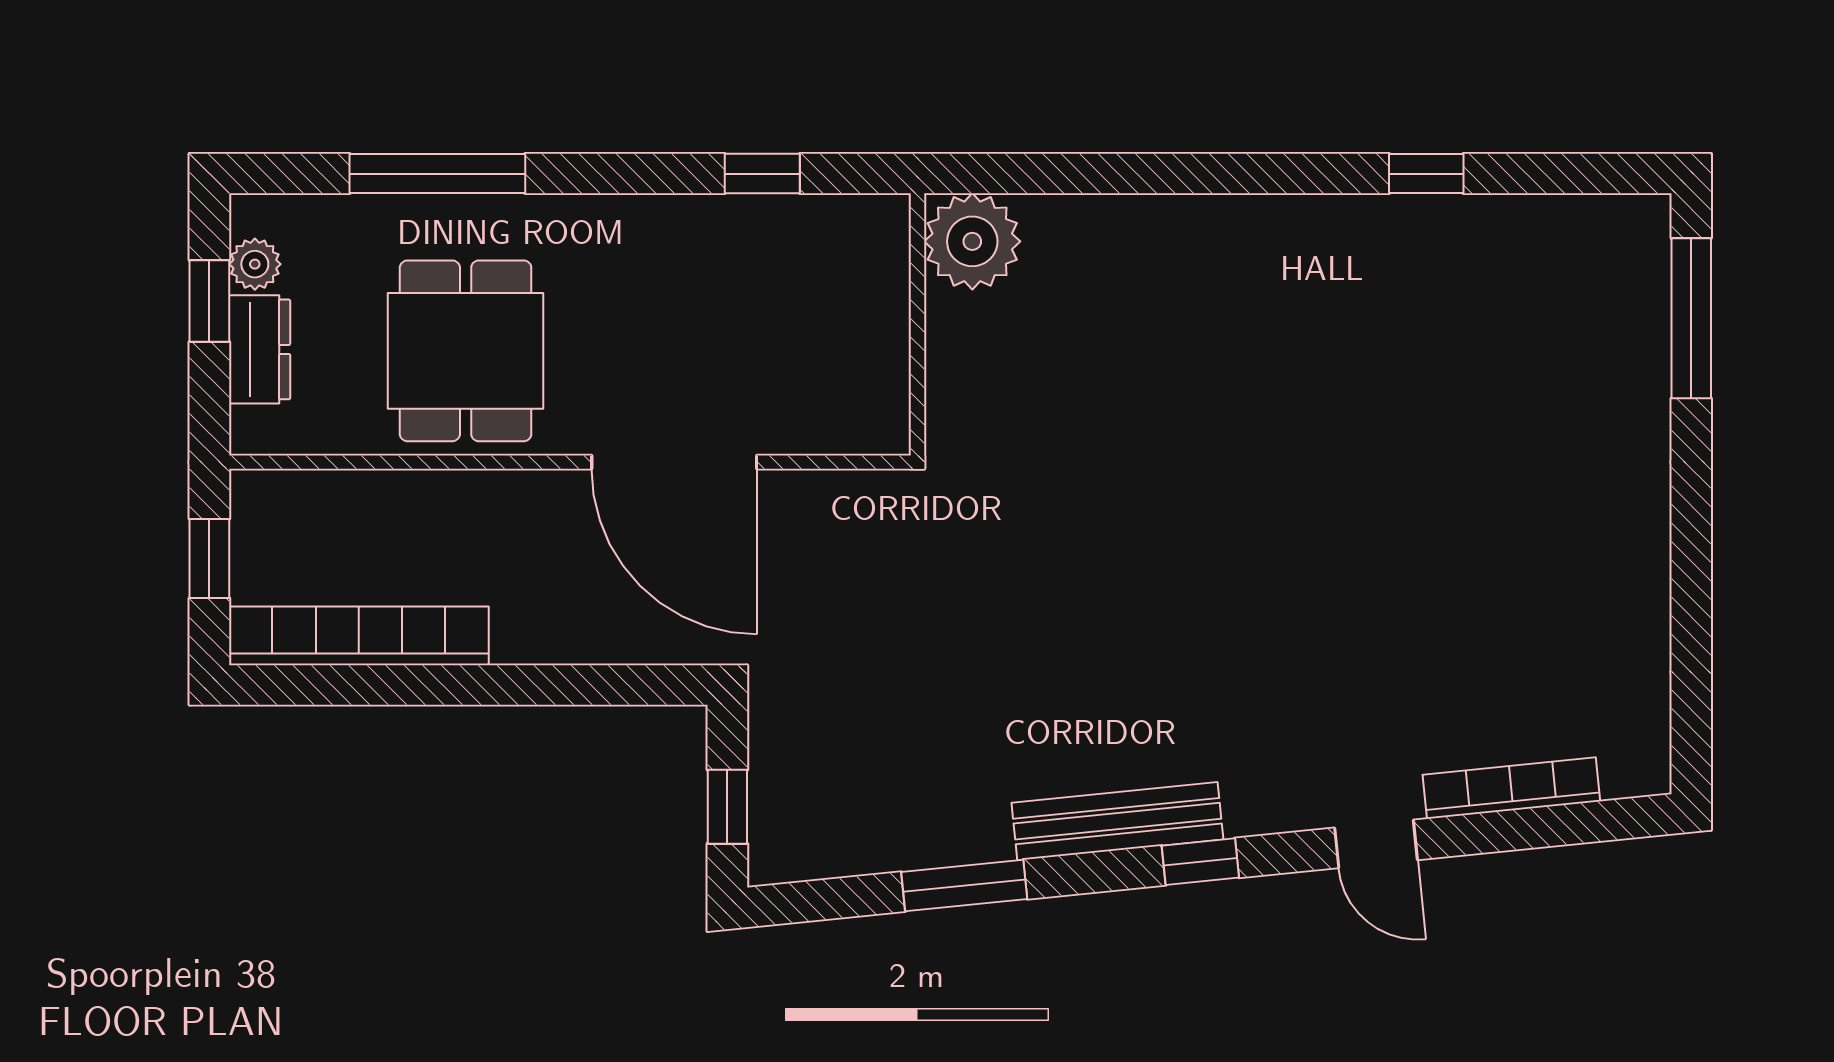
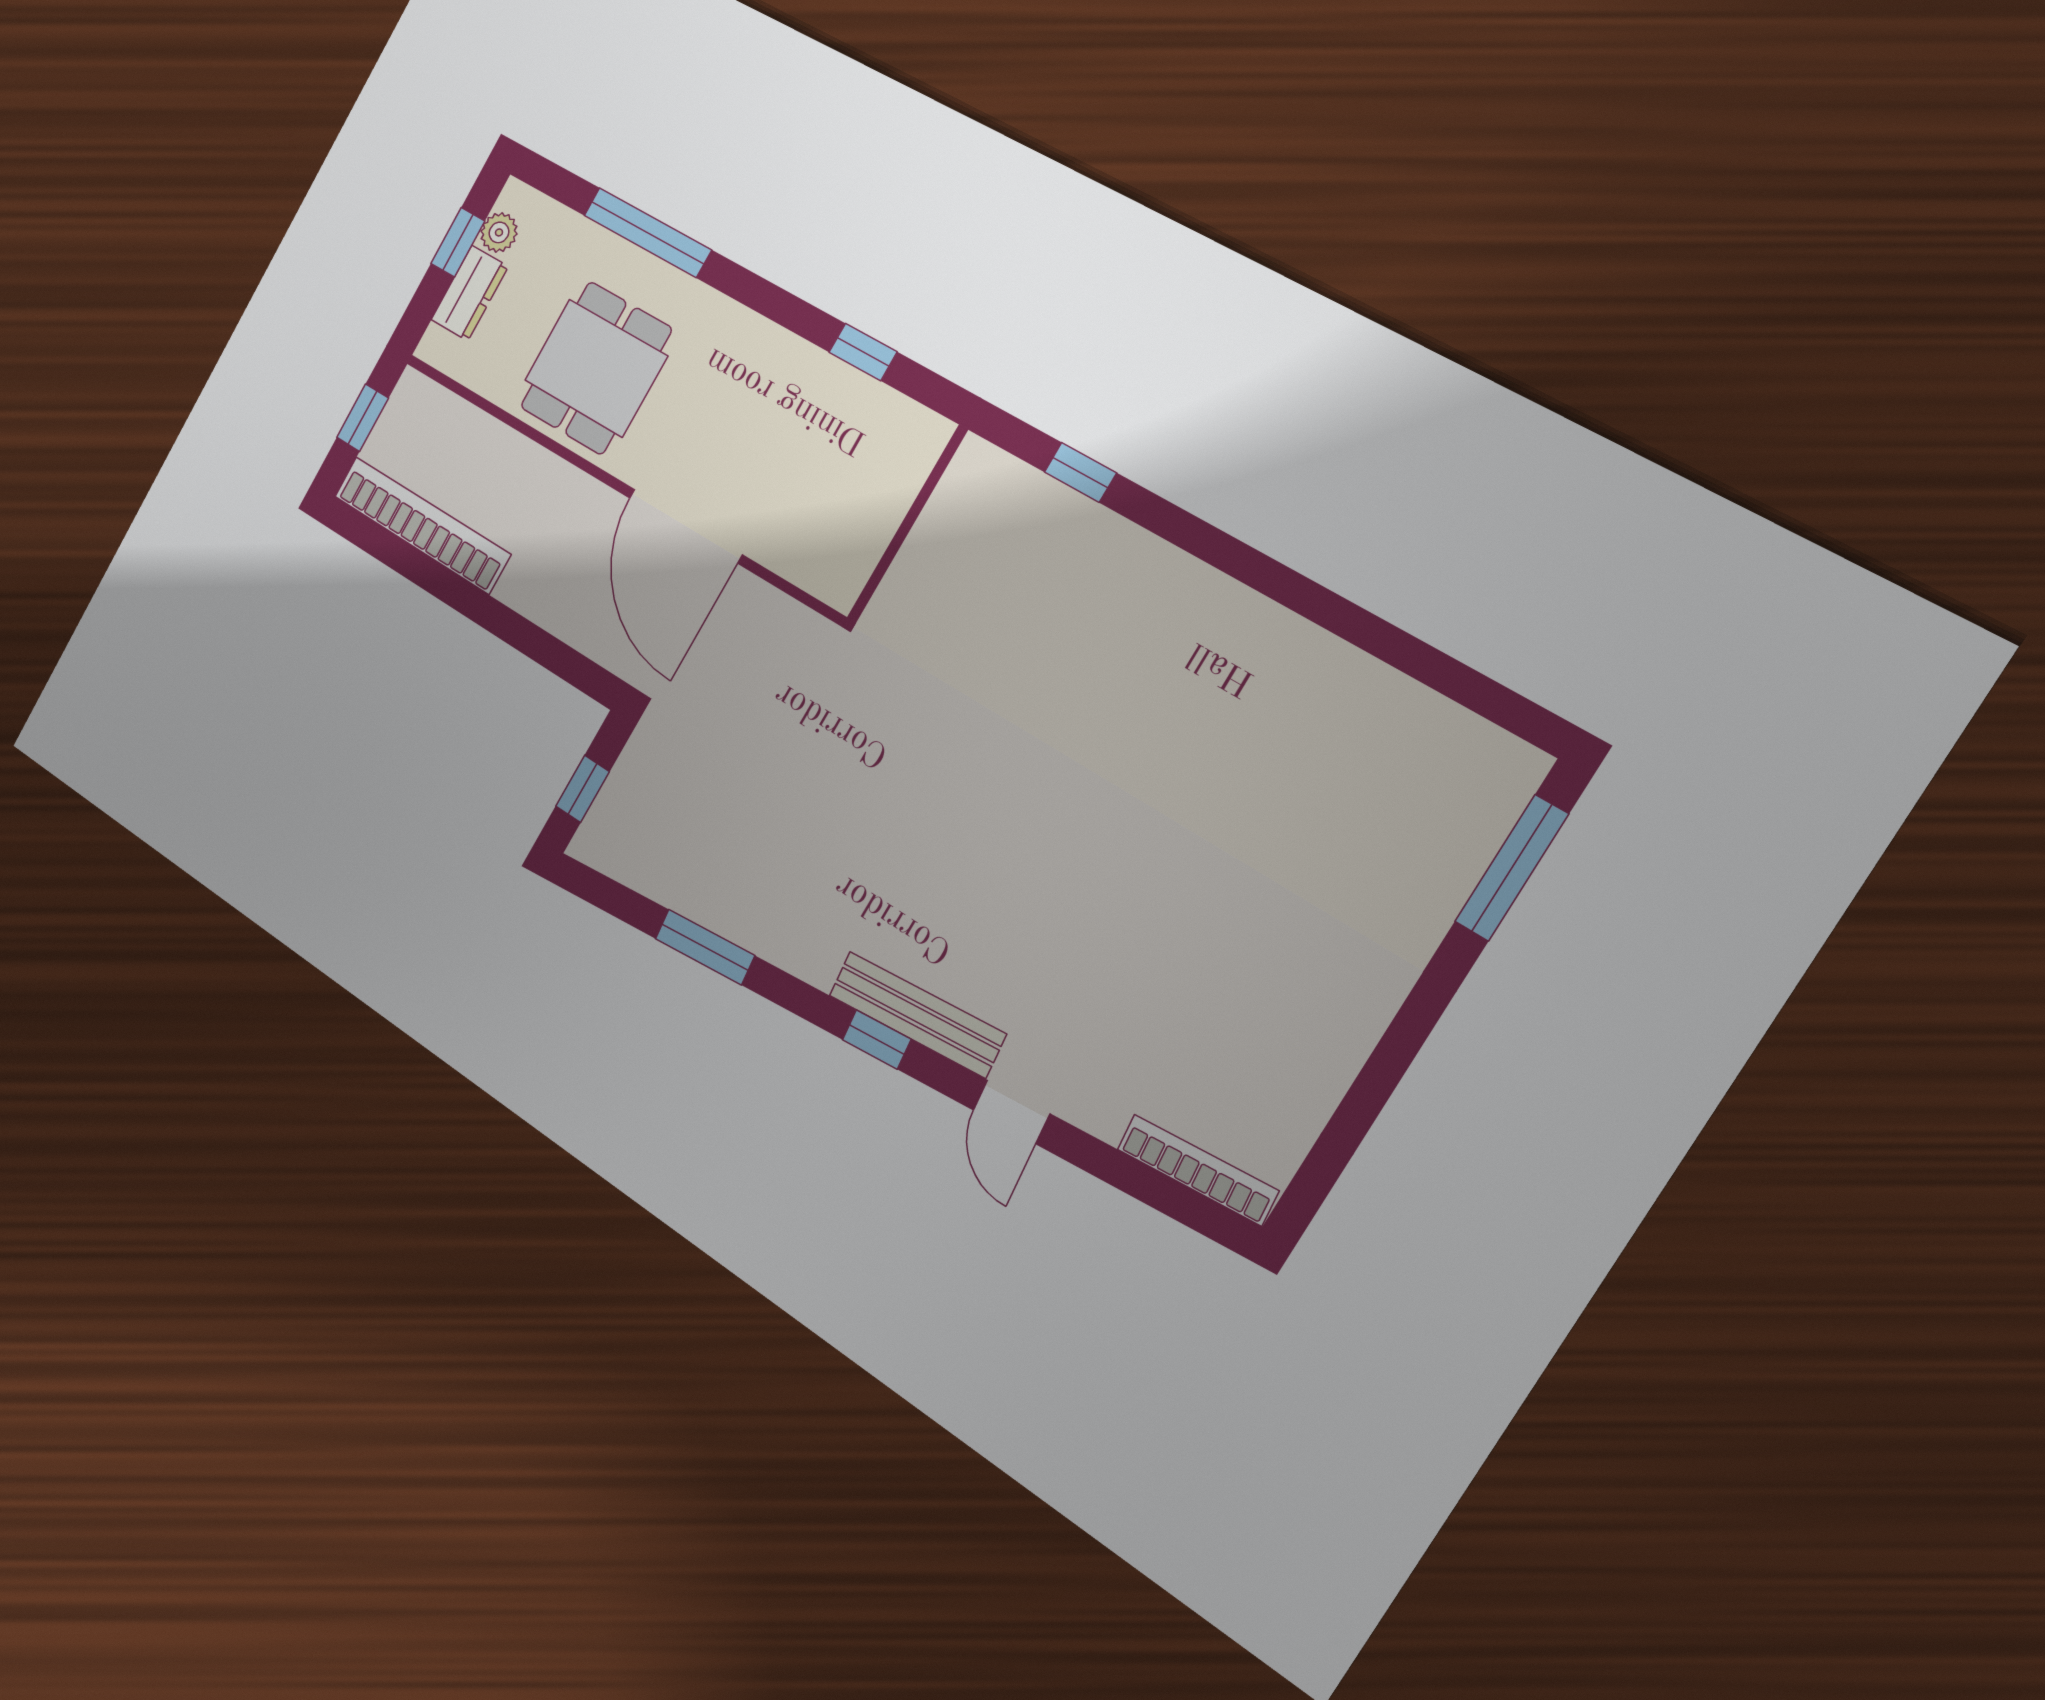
window: (1426, 174) -> (1080, 472), moved
plant: (972, 241) -> (982, 485), removed
bookcase: (1511, 788) -> (1197, 1170), moved
bench: (1117, 821) -> (917, 1014), moved

